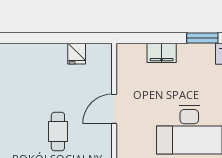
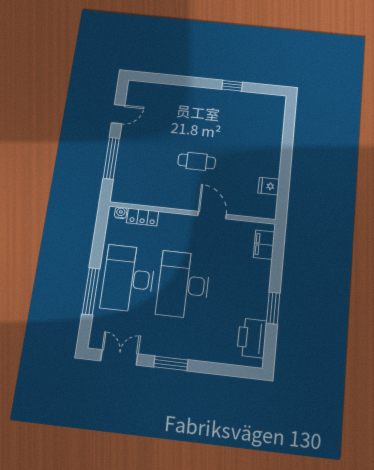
filing cabinet: (162, 53) -> (264, 245), moved

